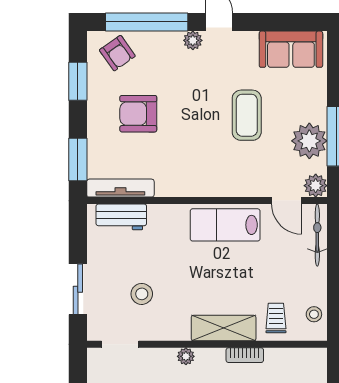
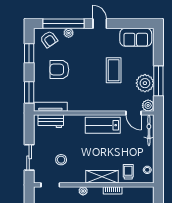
plant: (193, 40) -> (69, 33), moved

